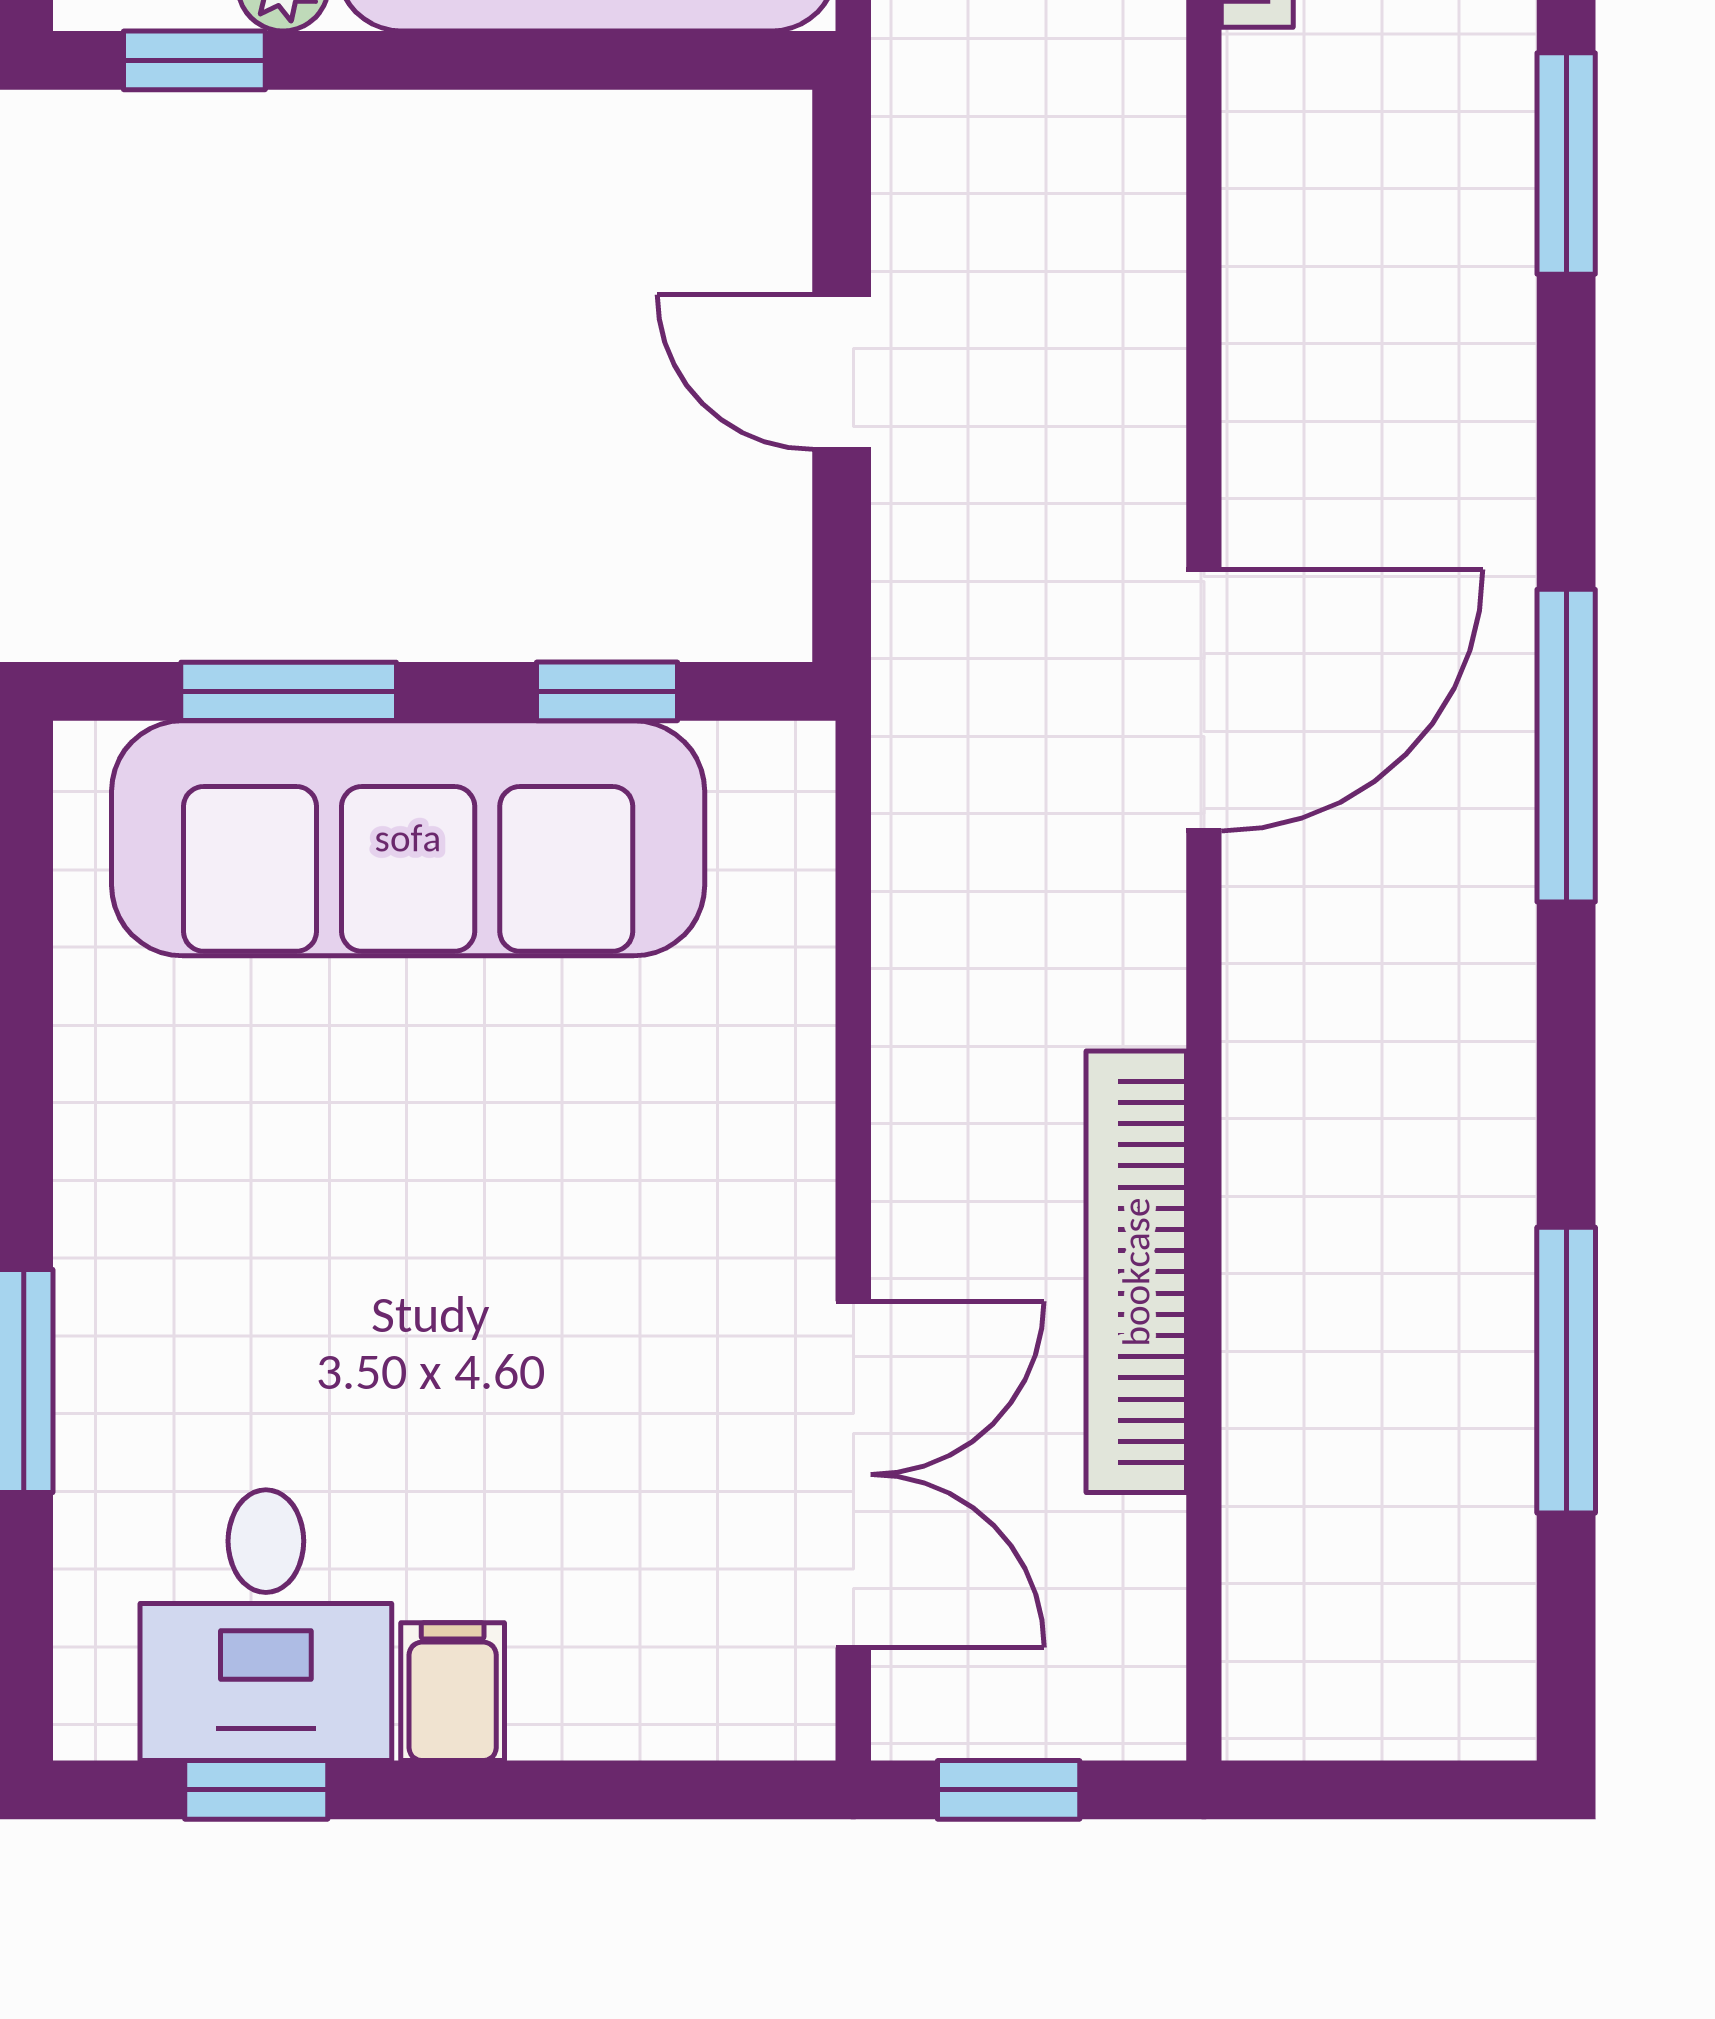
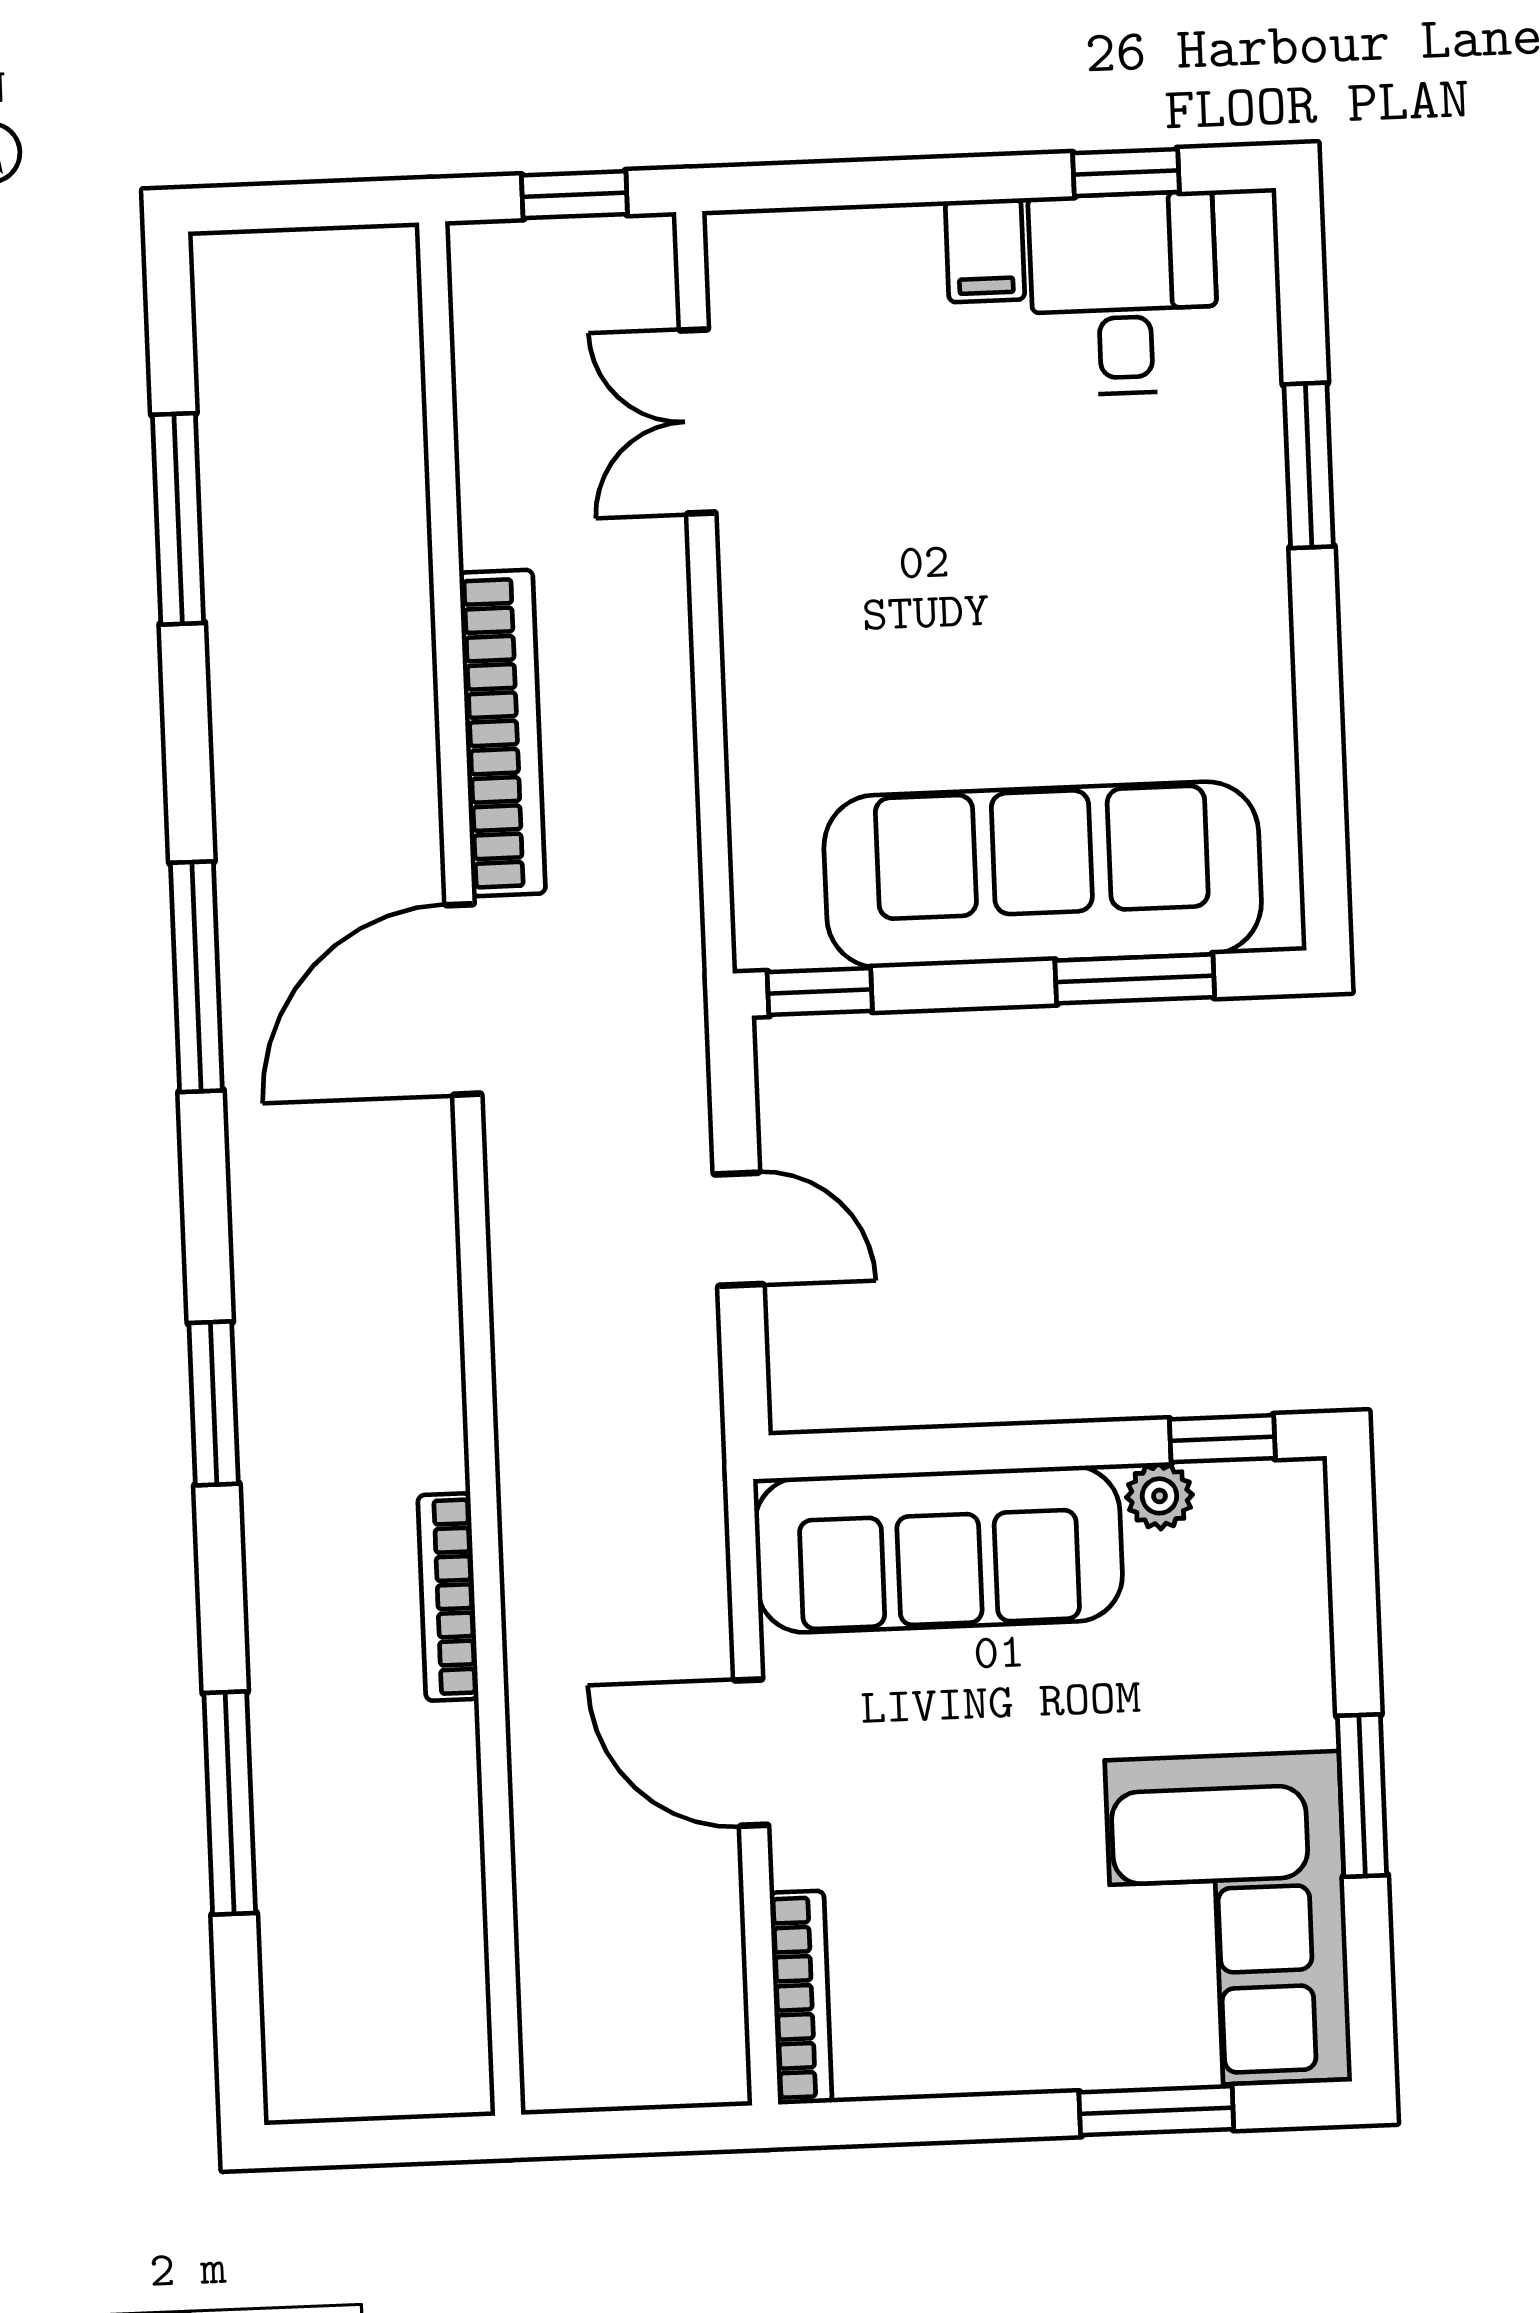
window: (607, 691) -> (820, 991), moved
bookcase: (1136, 1272) -> (502, 733), moved
double door: (853, 1474) -> (698, 421), width x0.73

